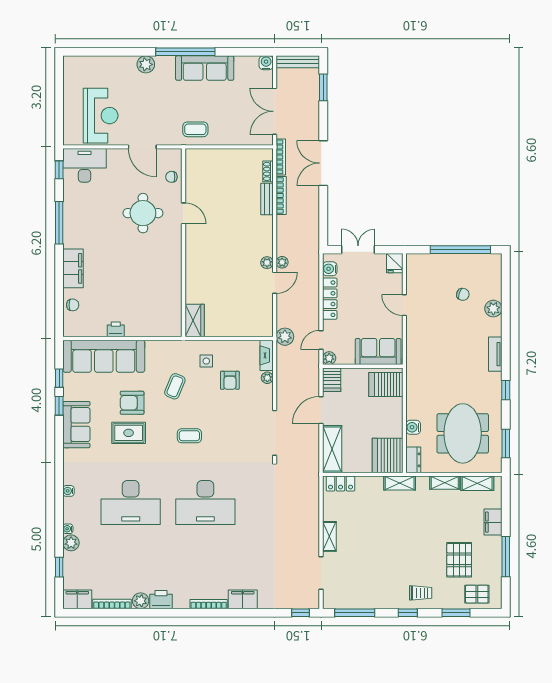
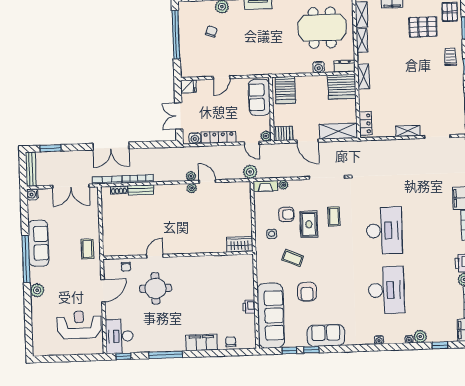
rug: (129, 433) -> (309, 224), moved
coffee table: (189, 436) -> (334, 216), moved

